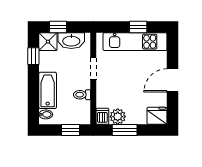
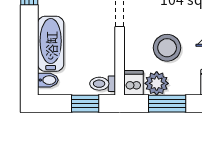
stool: (125, 93) -> (167, 48), added
toilet: (82, 95) -> (103, 84), moved

